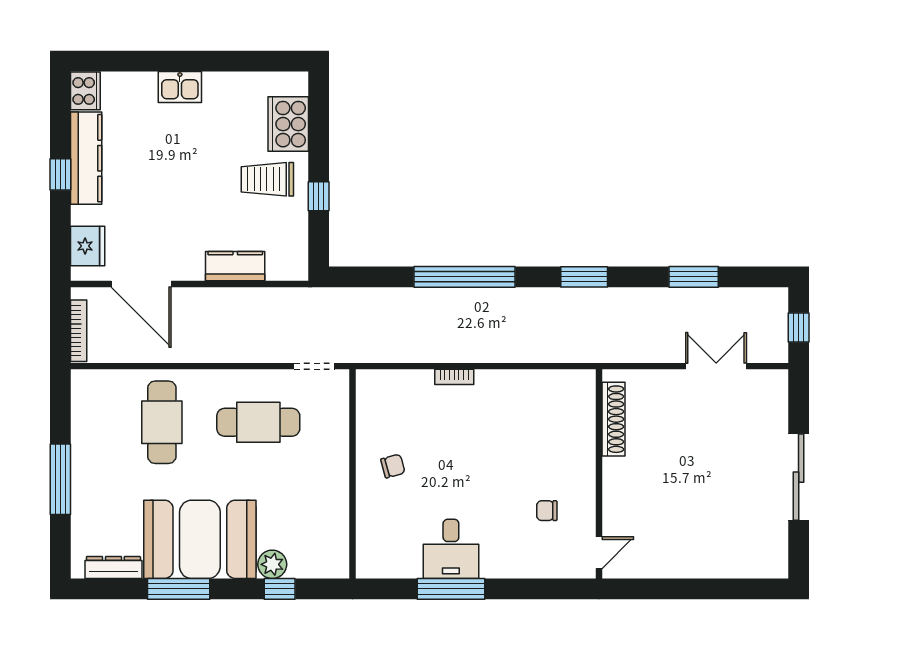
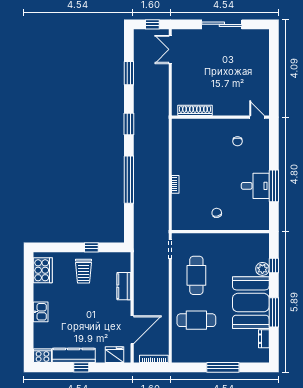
cooker: (288, 124) -> (43, 270), moved, turned -90
double door: (716, 366) -> (170, 49), moved
dresser: (113, 568) -> (264, 339), width x0.70

